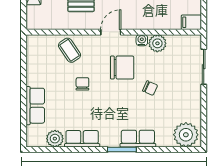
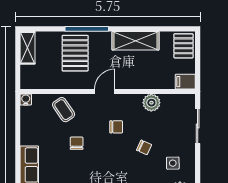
water cooler: (142, 40) -> (26, 100), moved
chair: (122, 68) -> (116, 127), width x0.54, depth x0.54
side table: (179, 104) -> (173, 163), added

